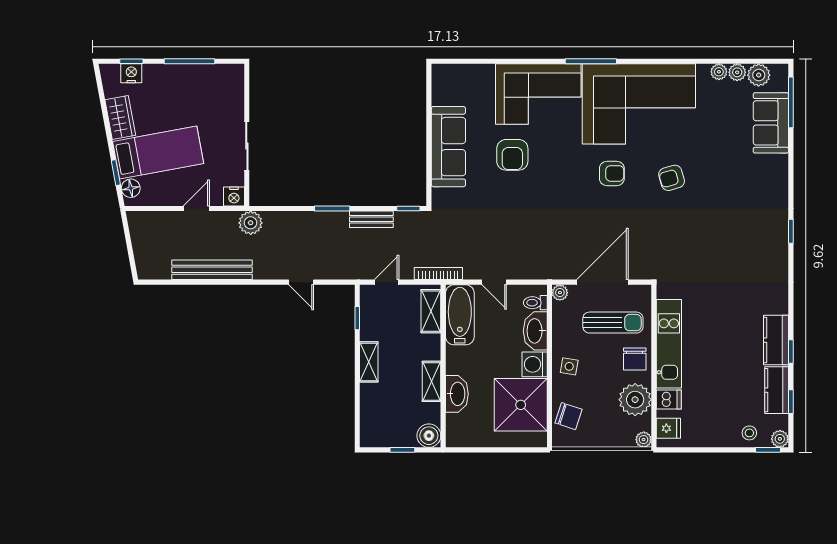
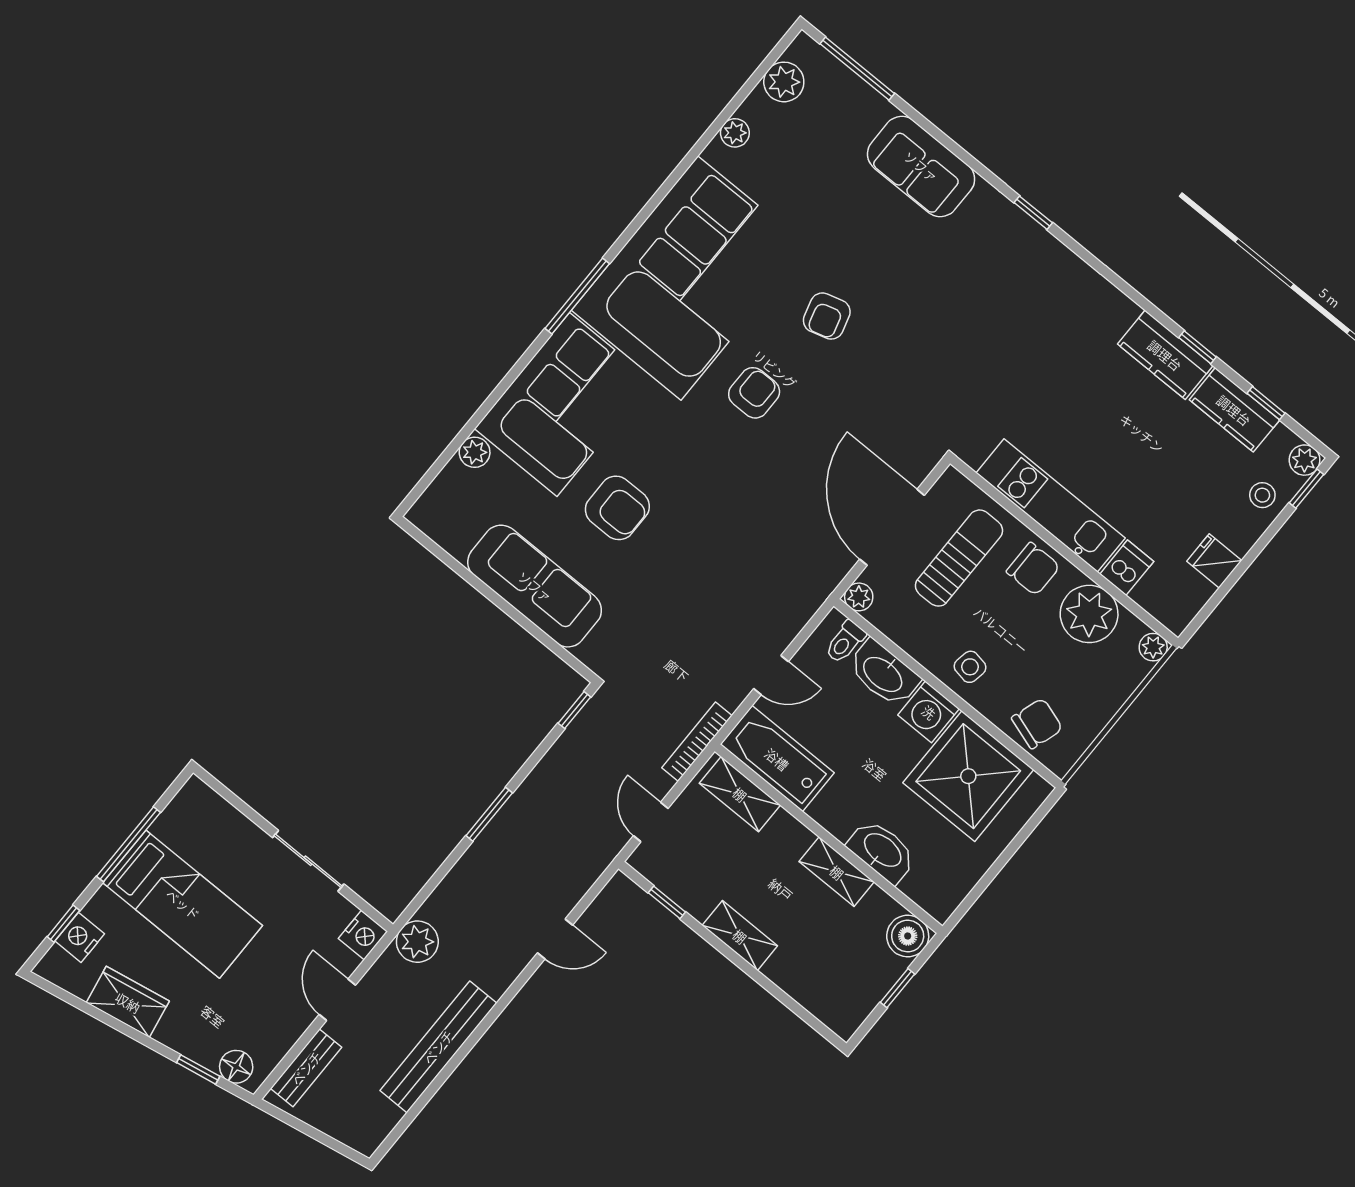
plant: (737, 72) -> (475, 452), moved
sofa: (771, 123) -> (921, 166), moved
bed: (158, 152) -> (183, 904), moved, turned 100
bench: (371, 219) -> (306, 1068), moved
fridge: (668, 428) -> (1214, 561), moved, turned -90

